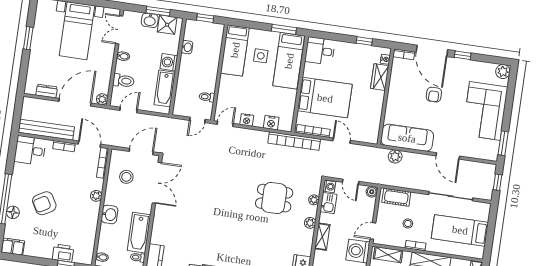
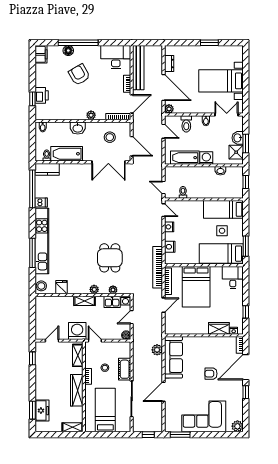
desk: (30, 150) -> (116, 57), width x1.37
cot: (396, 197) -> (125, 369), moved

